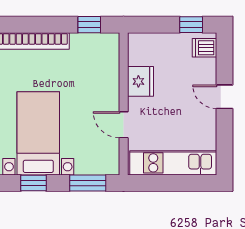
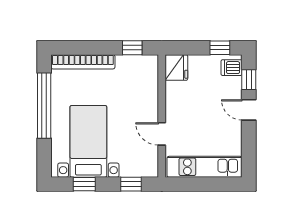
window: (225, 62) -> (249, 80), added
fridge: (140, 81) -> (176, 67), moved
window: (88, 183) -> (131, 184), width x0.67

